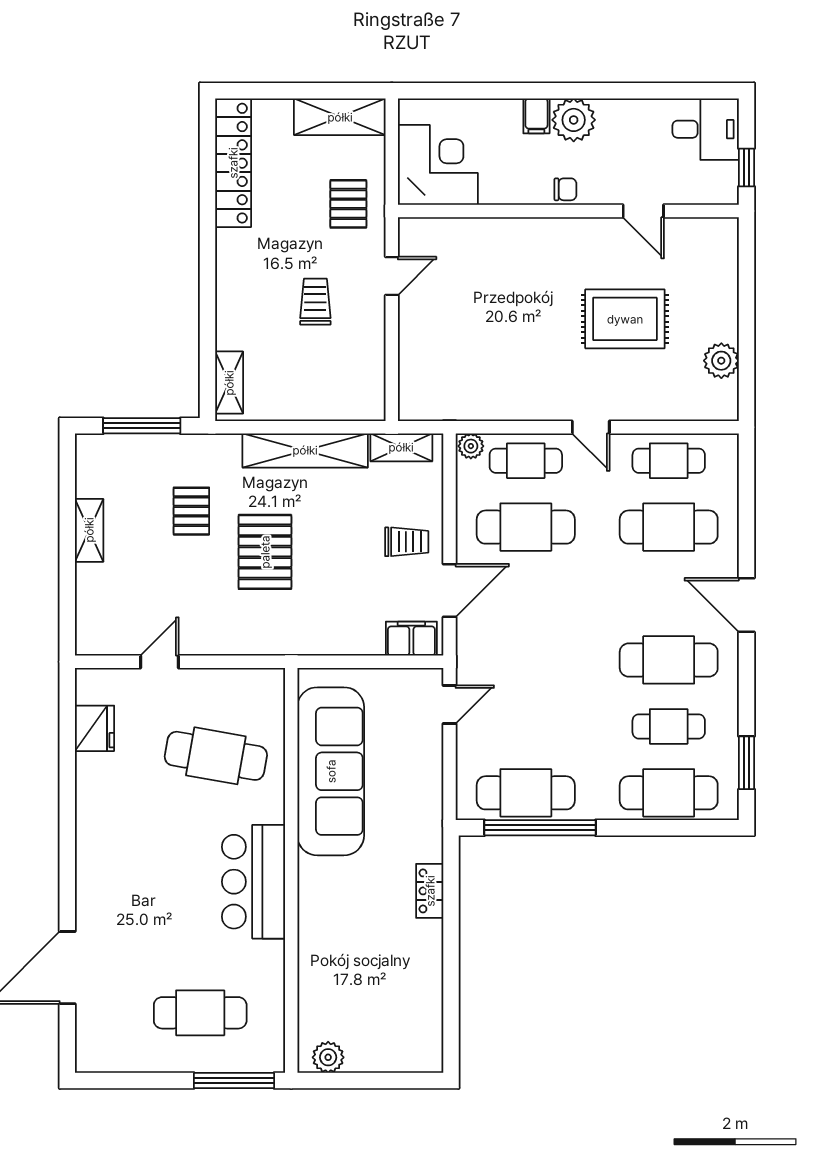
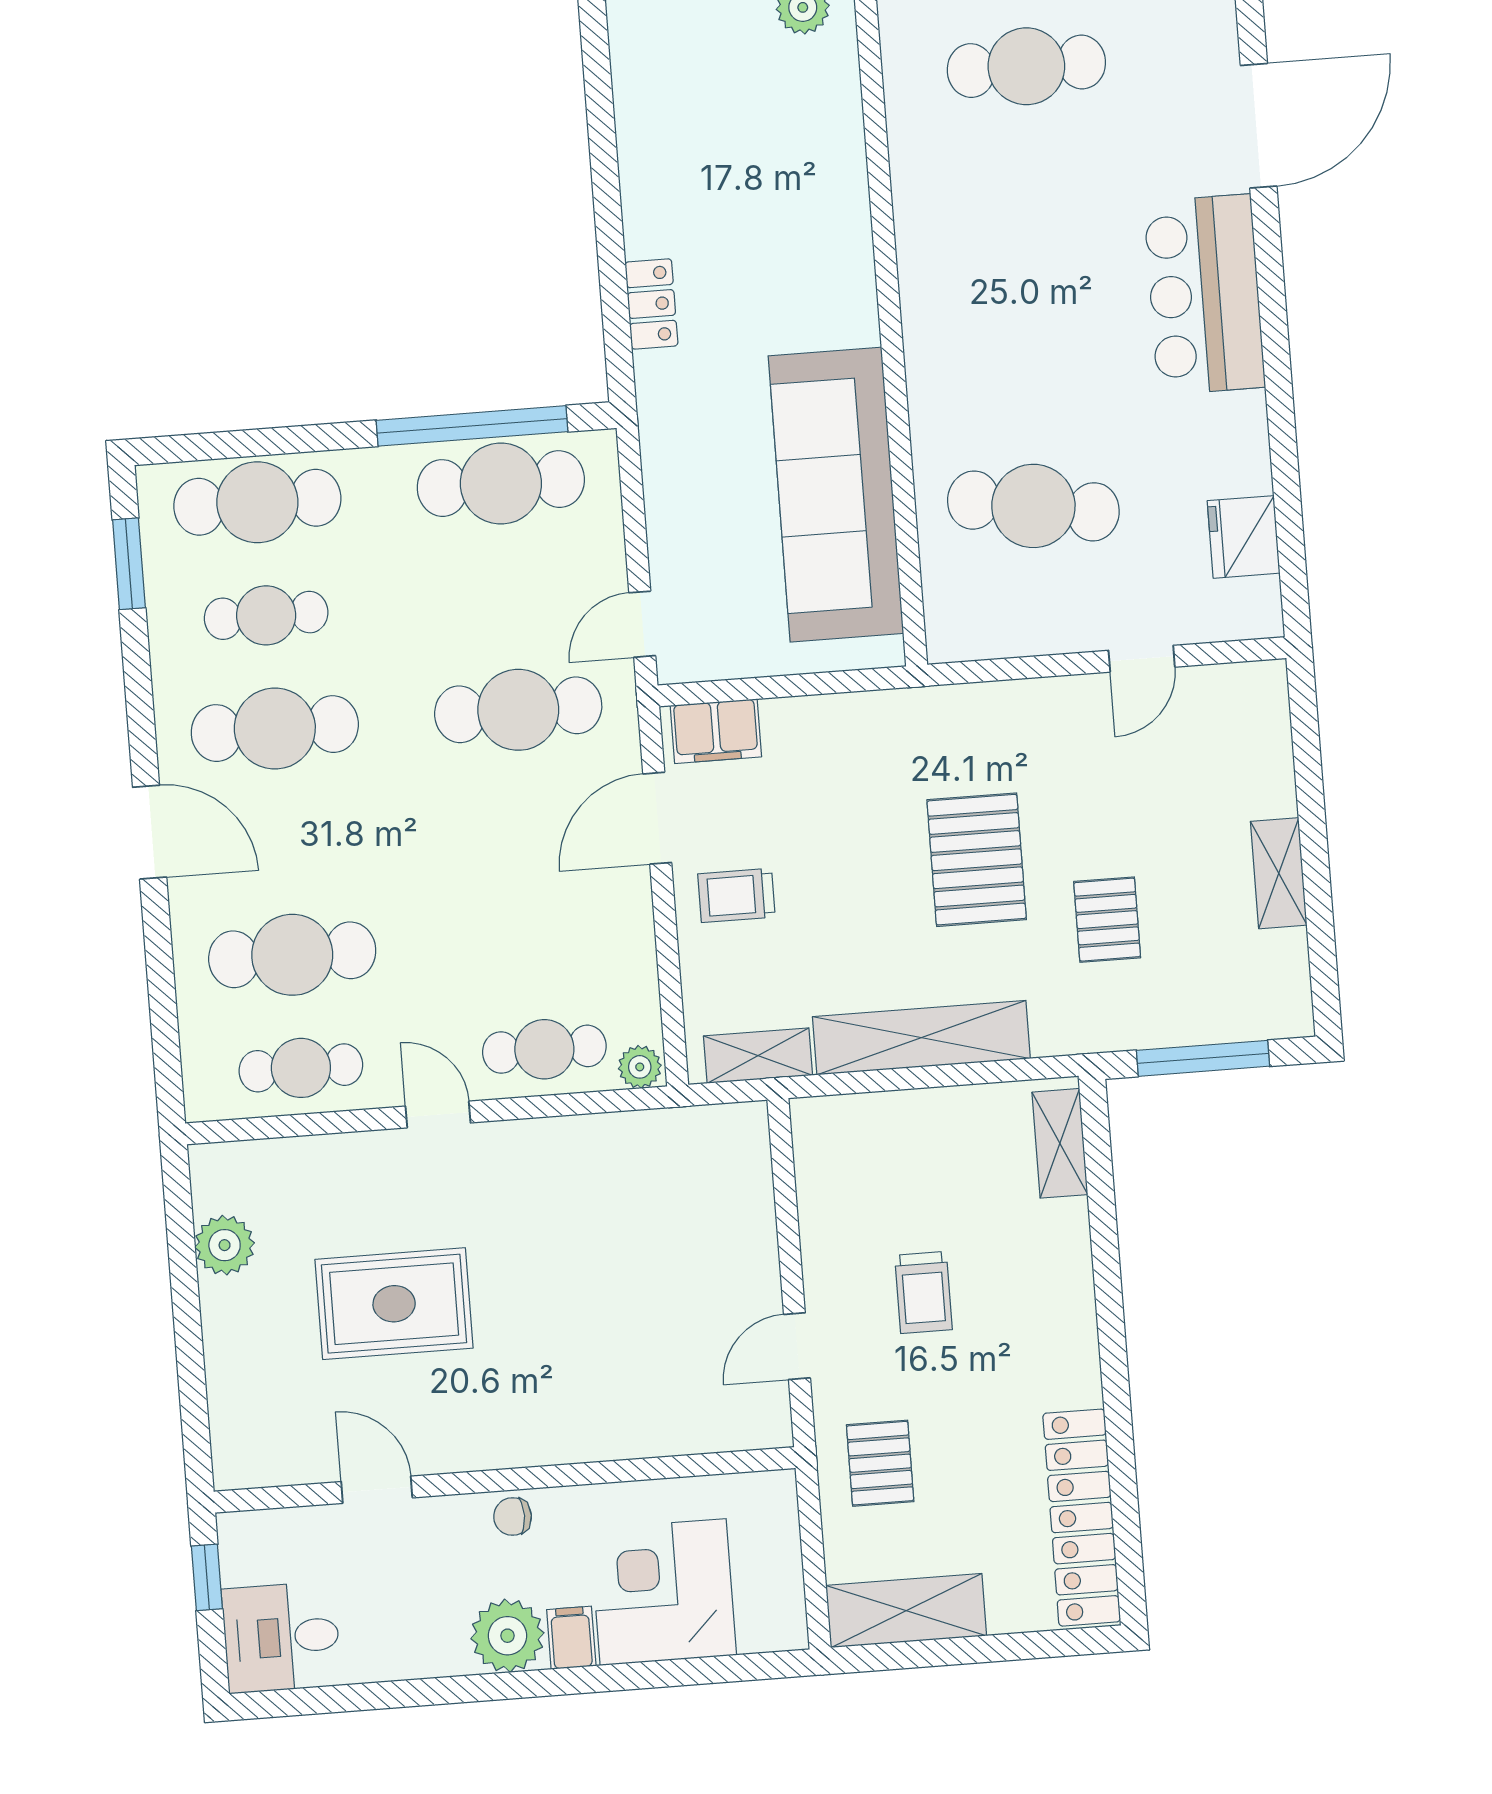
corner desk: (438, 165) -> (663, 1592), moved, turned 90
cafe table: (526, 527) -> (518, 710), moved
bar counter: (253, 882) -> (1204, 295), moved, turned 180

